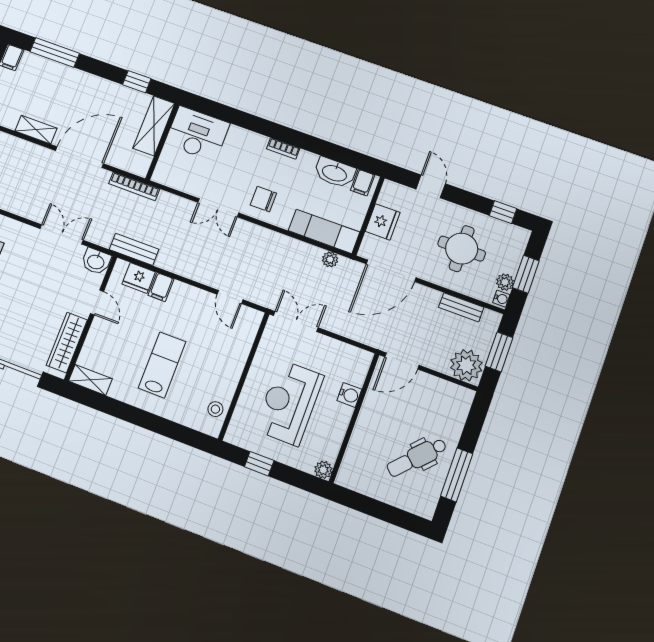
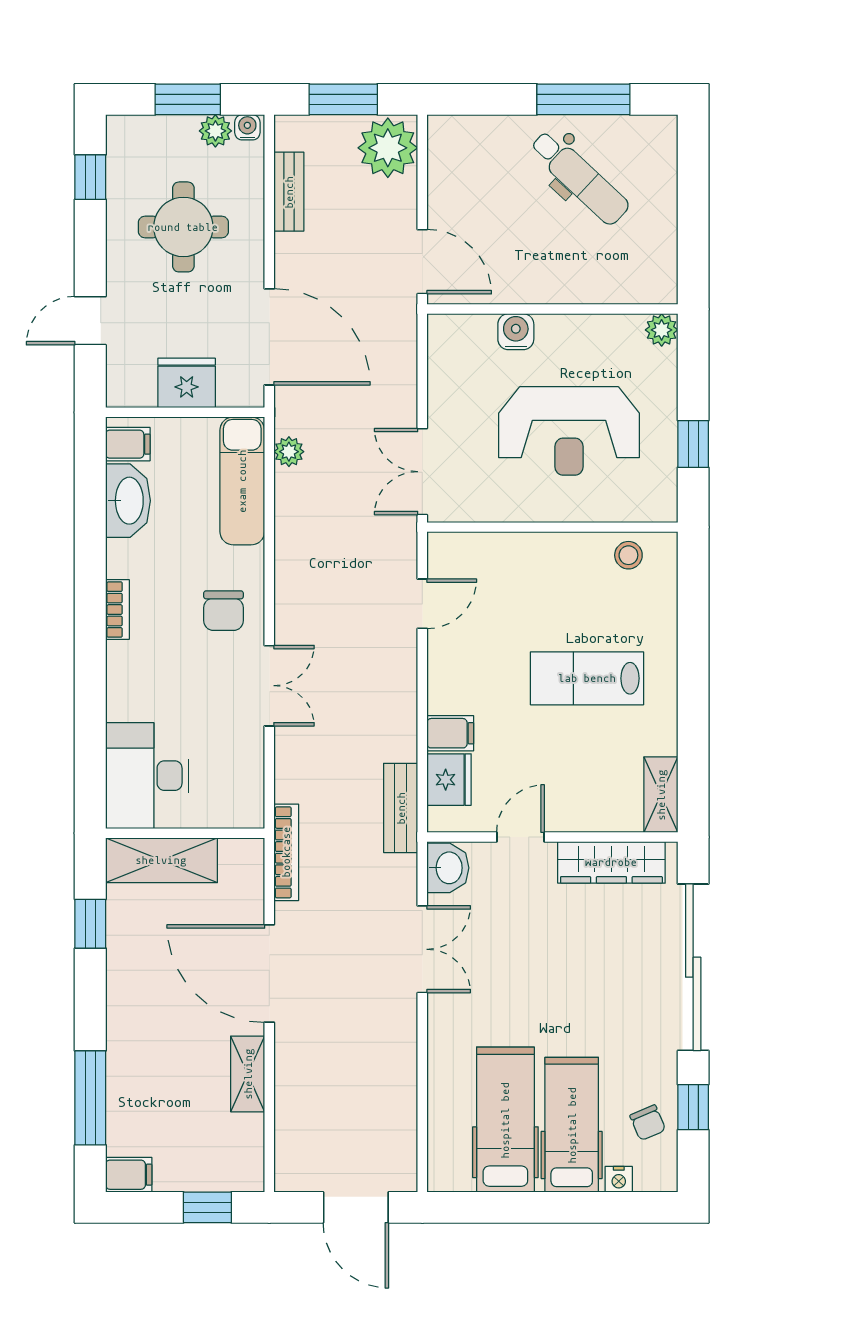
double door: (62, 234) -> (422, 949), swing flipped

